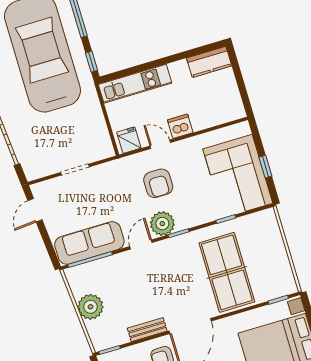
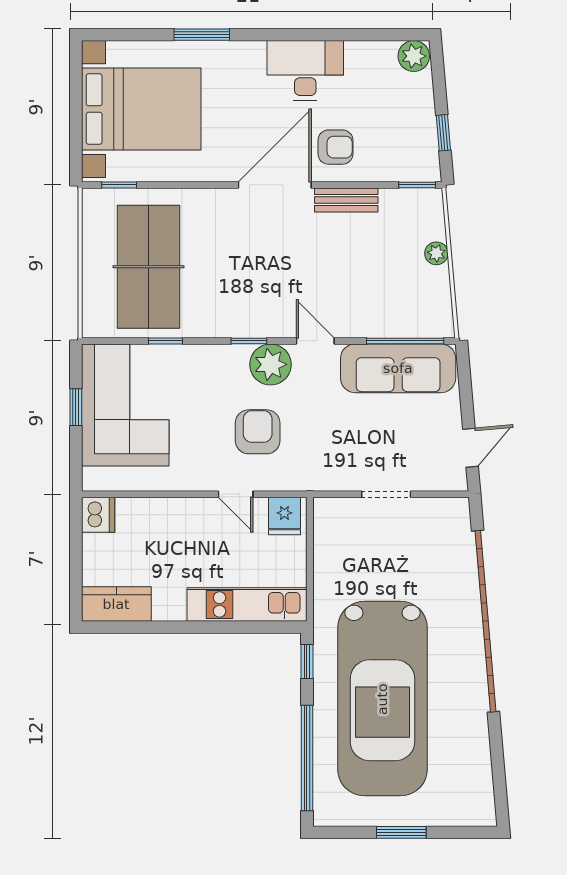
dishwasher: (180, 126) -> (98, 515), moved, turned -90
door: (141, 244) -> (315, 341), swing flipped
table tennis table: (227, 272) -> (148, 267), moved
plant: (90, 307) -> (436, 253), width x0.53, depth x0.53

